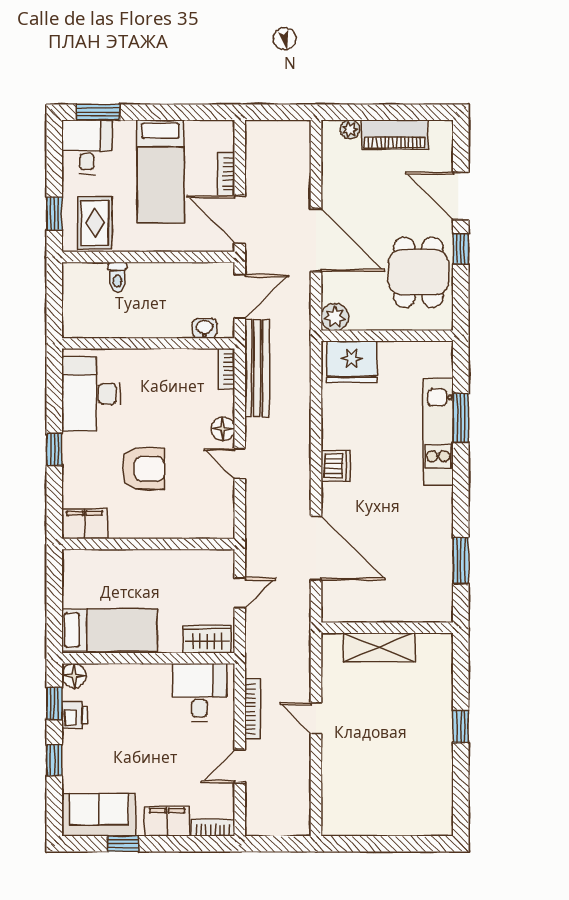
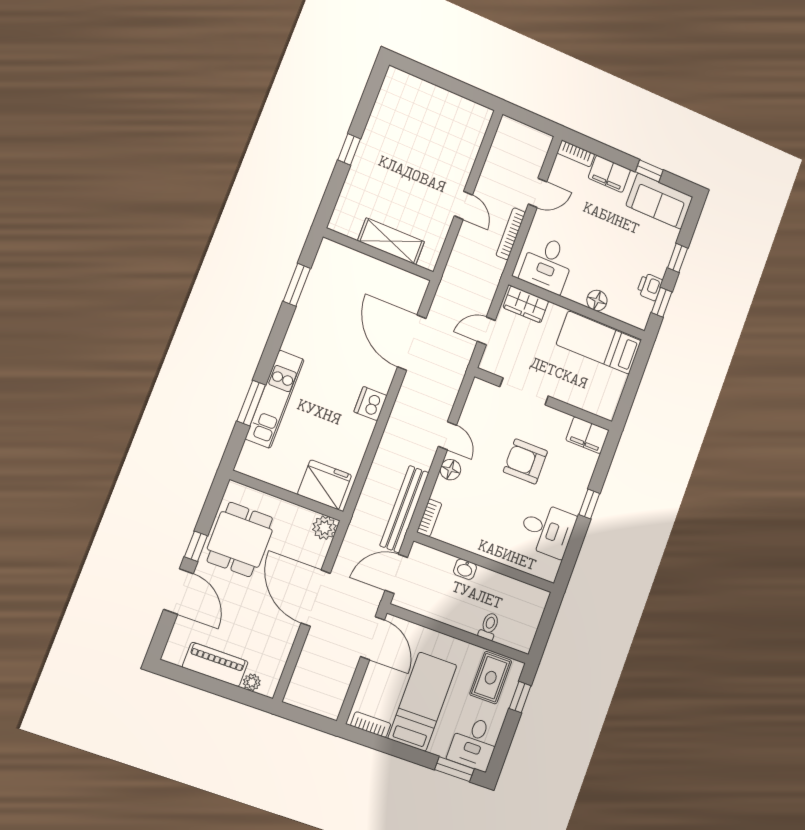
bookcase: (226, 174) -> (371, 725), moved, turned -90
washbasin: (205, 328) -> (465, 569), moved
desk: (91, 394) -> (547, 530), width x0.73
doorway: (173, 544) -> (524, 391), added
floor lamp: (74, 676) -> (597, 300), moved

